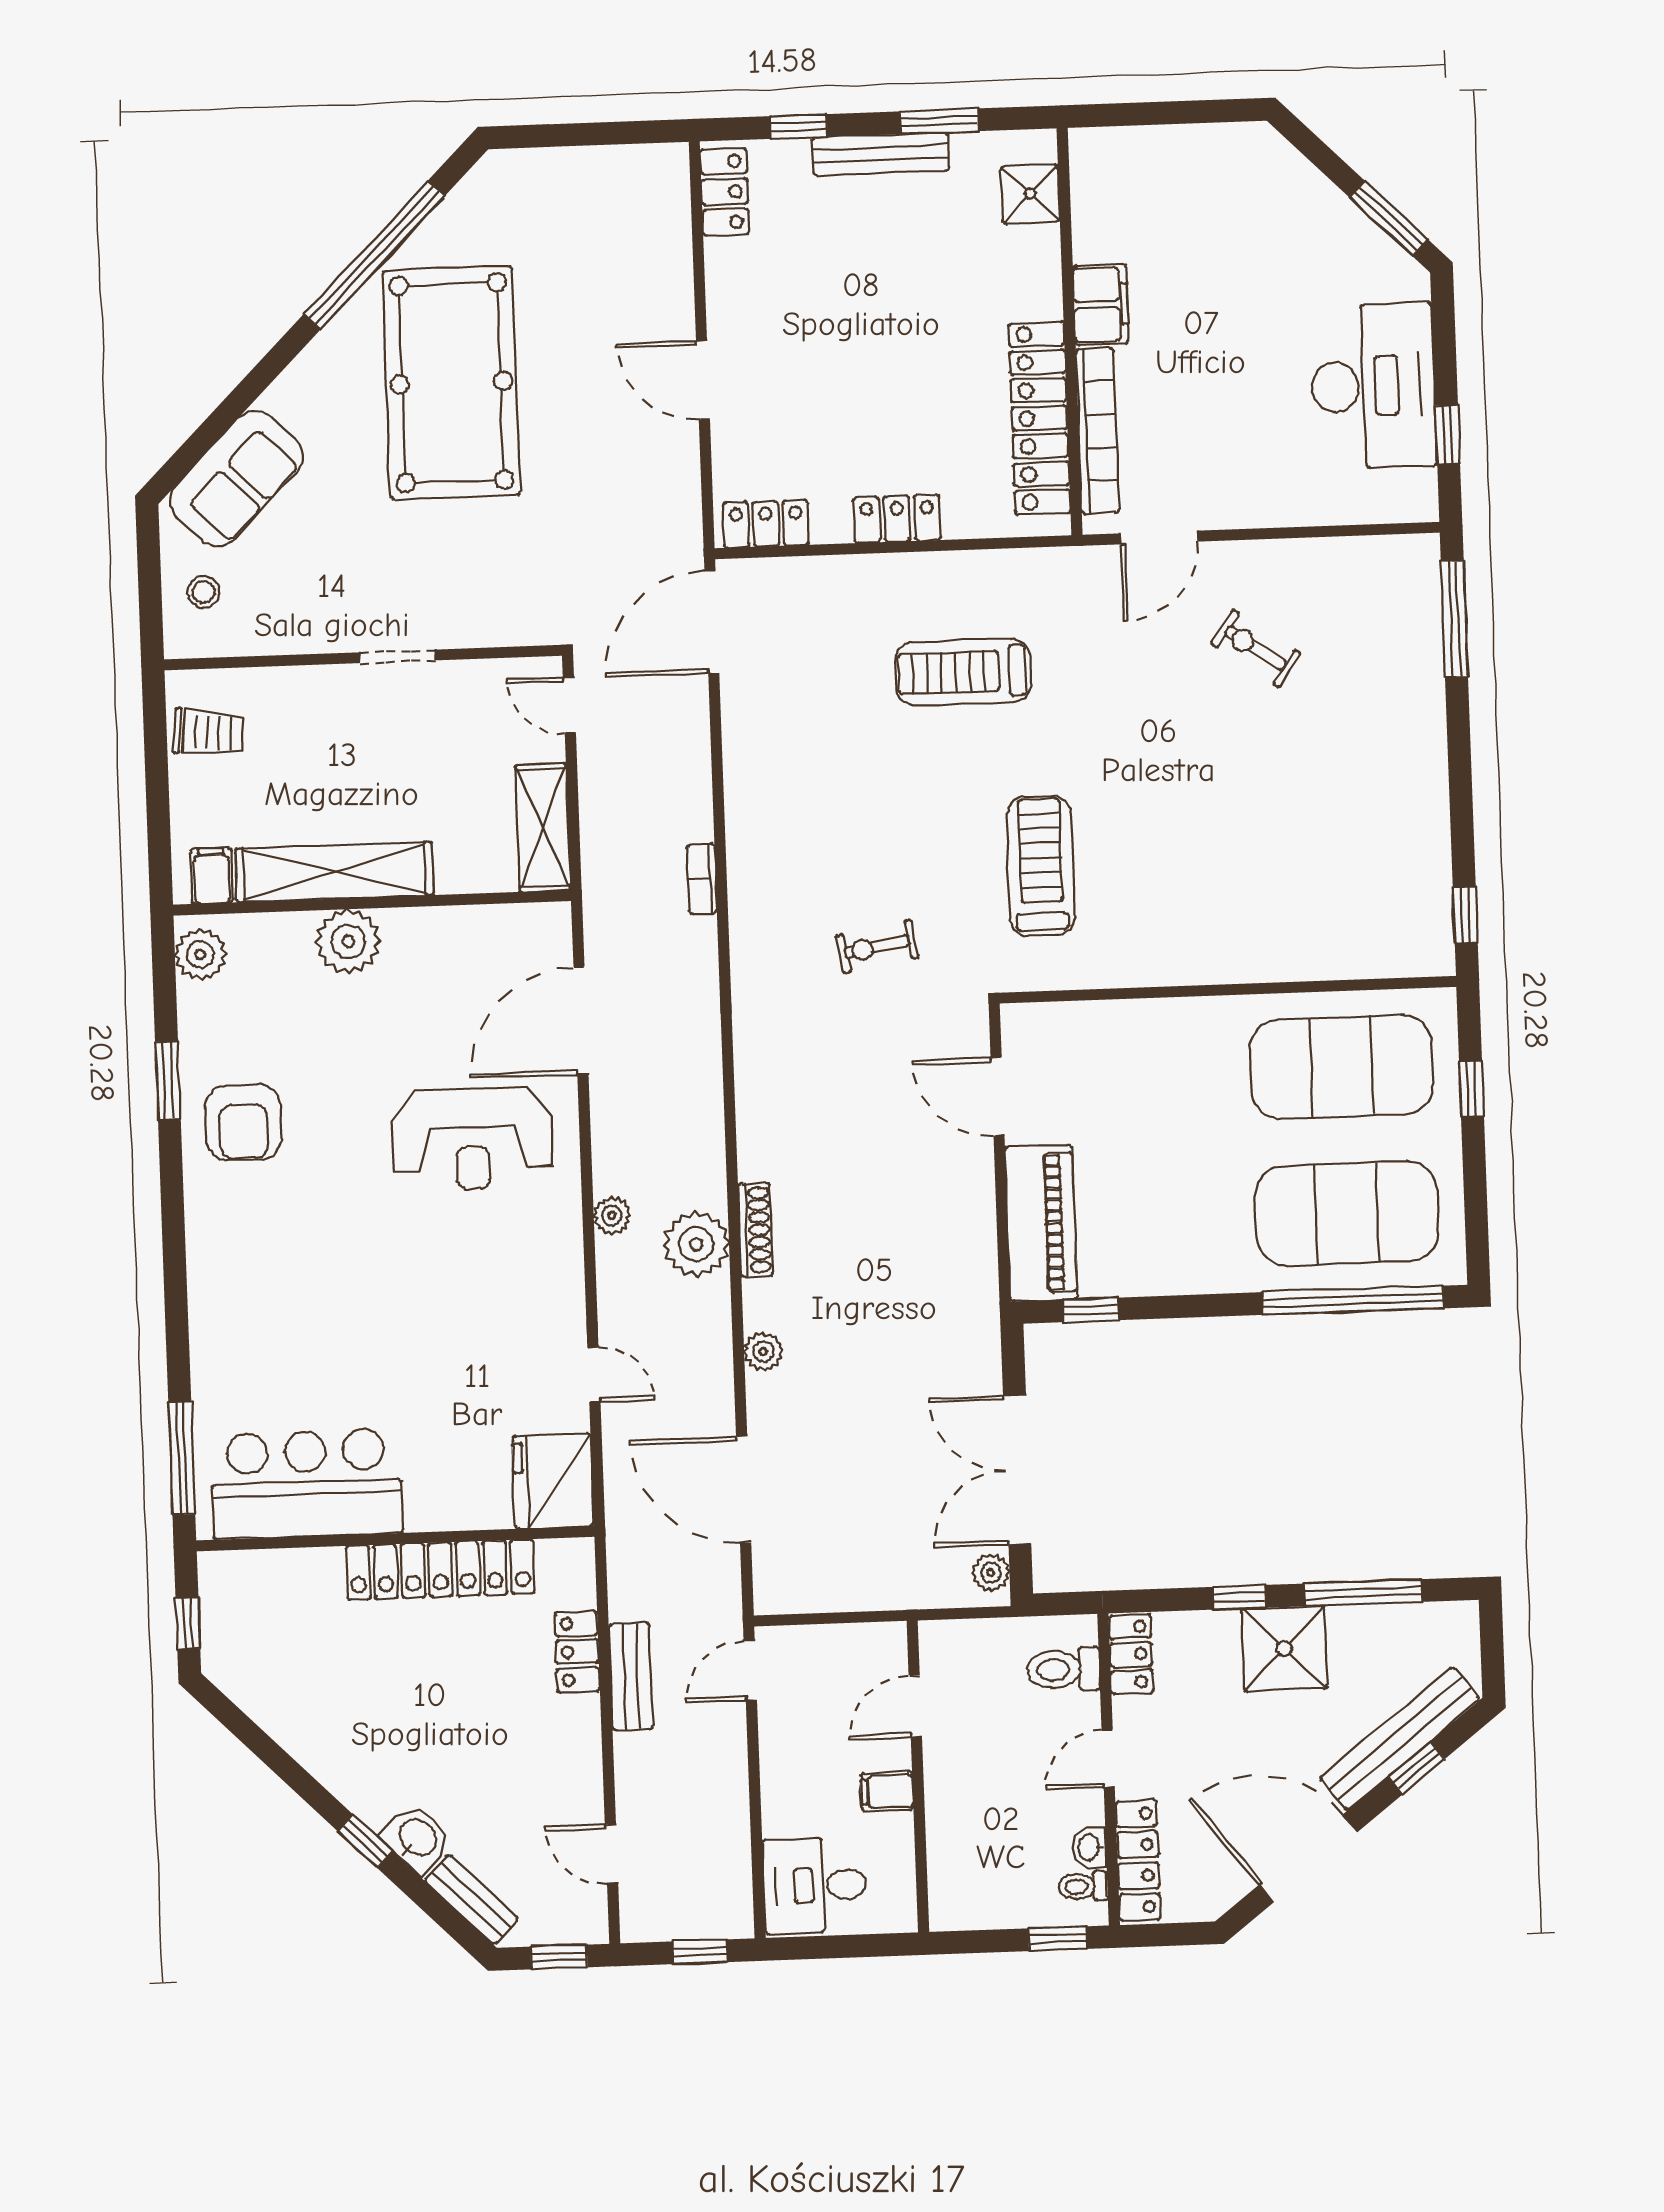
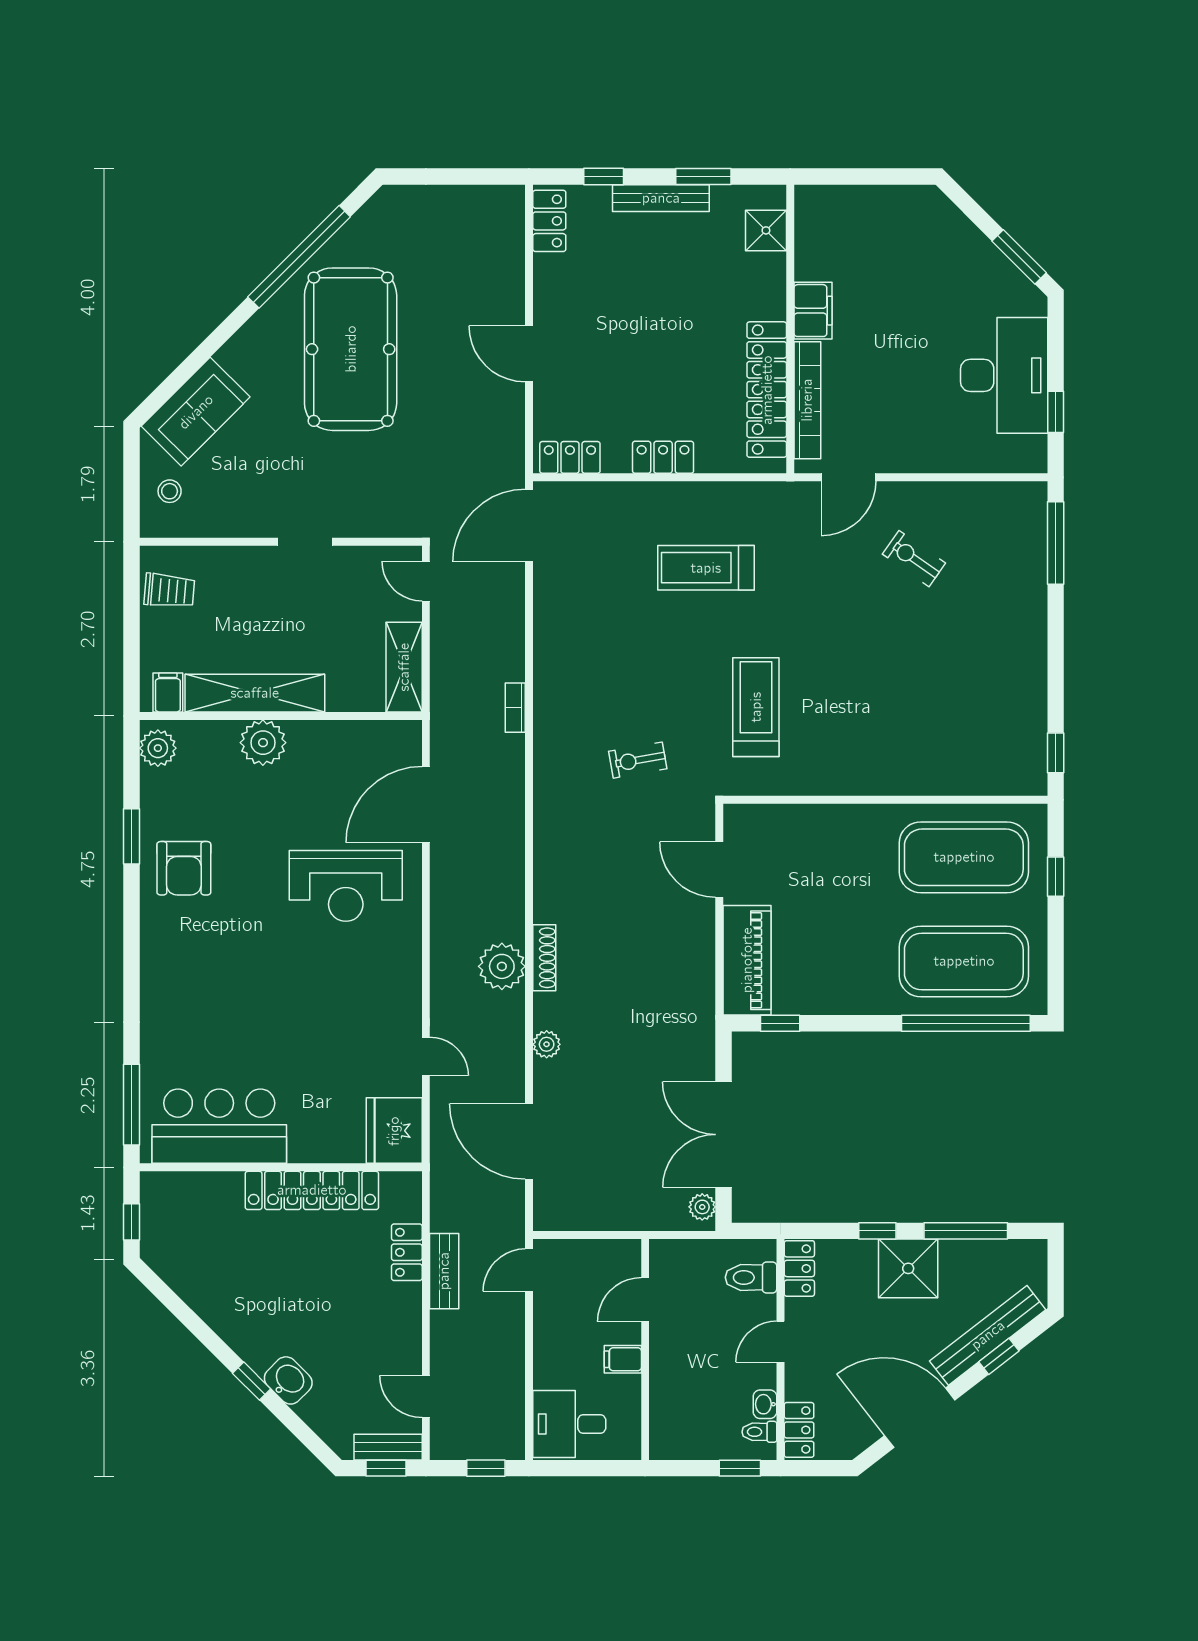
plant: (612, 1216) -> (443, 944), removed
locker: (1138, 1860) -> (799, 1430), width x0.66
bench: (472, 1900) -> (388, 1447), moved, turned -45

